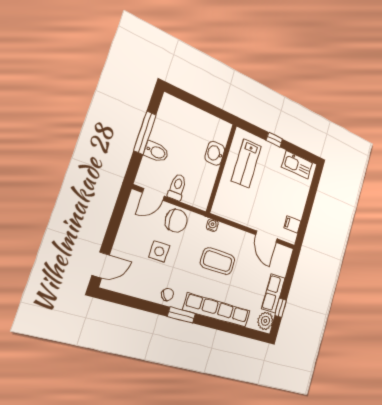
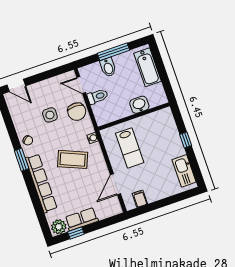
bathtub: (186, 114) -> (147, 67), added
lab bench: (246, 163) -> (130, 148), moved, turned -90
coffee table: (218, 261) -> (73, 159), turned -67

